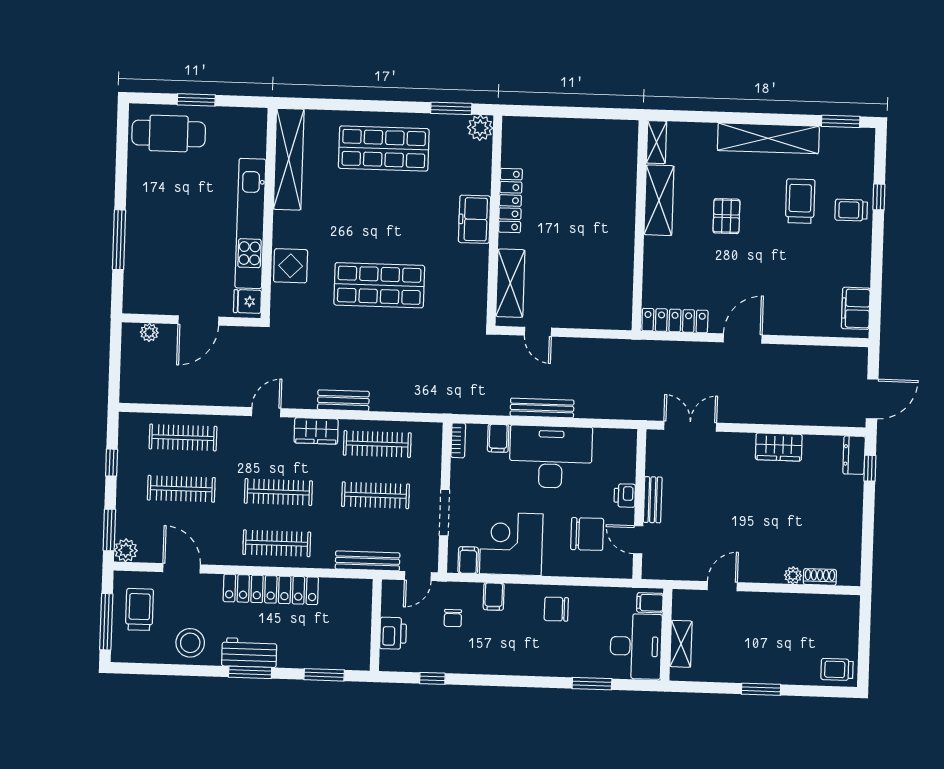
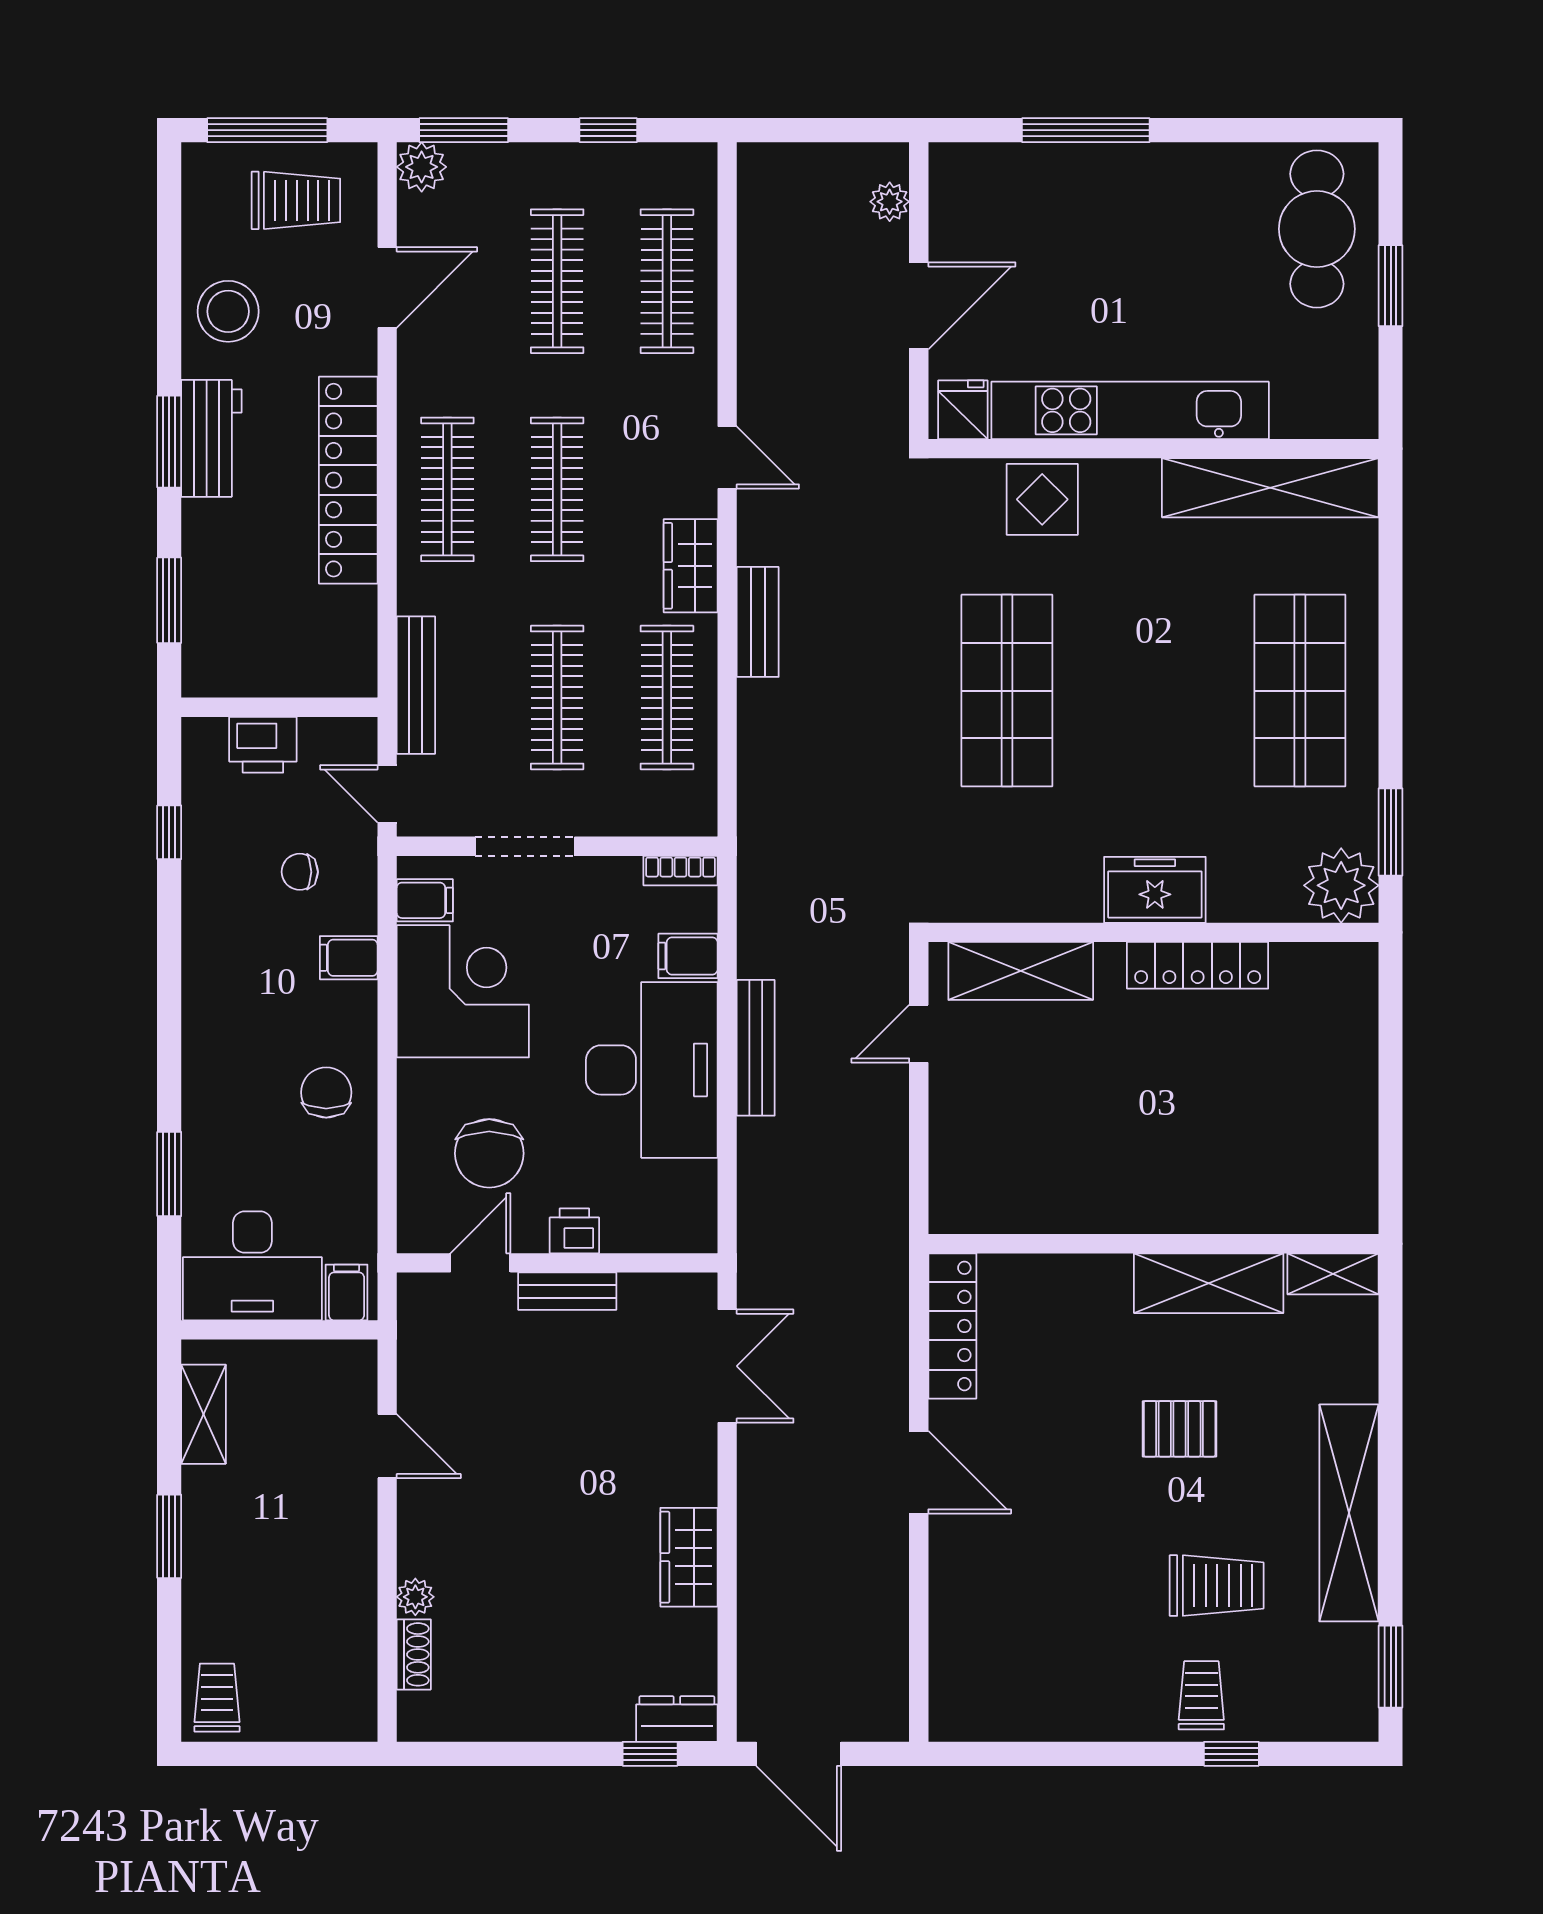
plant: (480, 128) -> (1341, 885), width x1.36, depth x1.36
filing cabinet: (856, 308) -> (991, 1712), removed
door: (198, 320) -> (919, 306), swing flipped
shelving: (681, 644) -> (203, 1414), moved, turned 90

